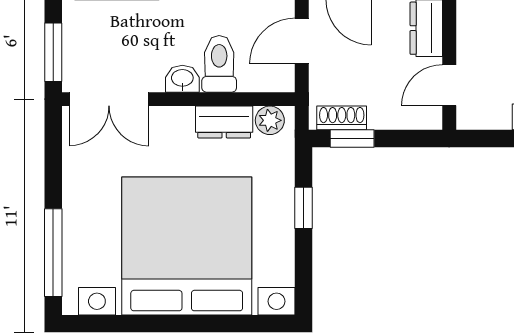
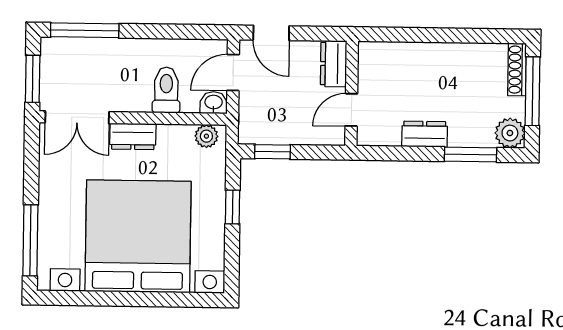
washbasin: (182, 79) -> (214, 103), moved
shoe rack: (342, 118) -> (264, 135), removed
dresser: (224, 122) -> (133, 136), moved

